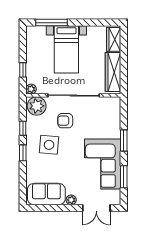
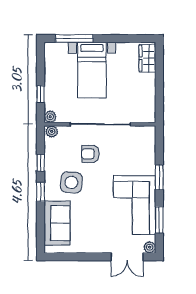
wardrobe: (113, 72) -> (147, 97), removed
plant: (37, 106) -> (52, 132), width x0.53, depth x0.53
sofa: (46, 194) -> (57, 223), moved, turned 90
plant: (71, 200) -> (150, 247), moved

